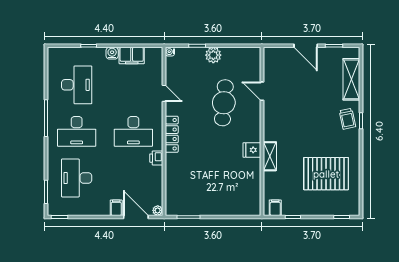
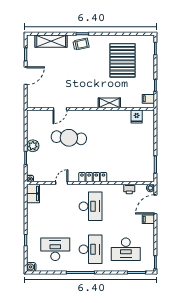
water cooler: (112, 53) -> (31, 267), moved
filing cabinet: (132, 55) -> (33, 193), moved
fridge: (252, 150) -> (137, 117), moved
printer: (156, 158) -> (129, 189), moved

